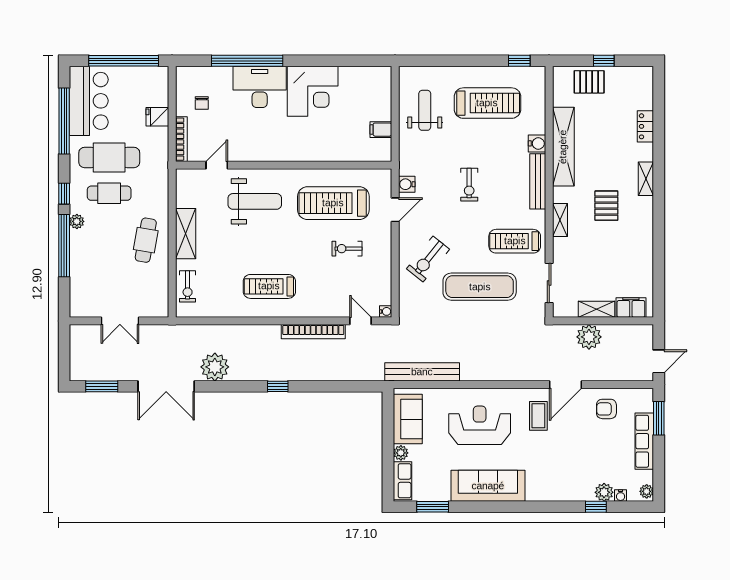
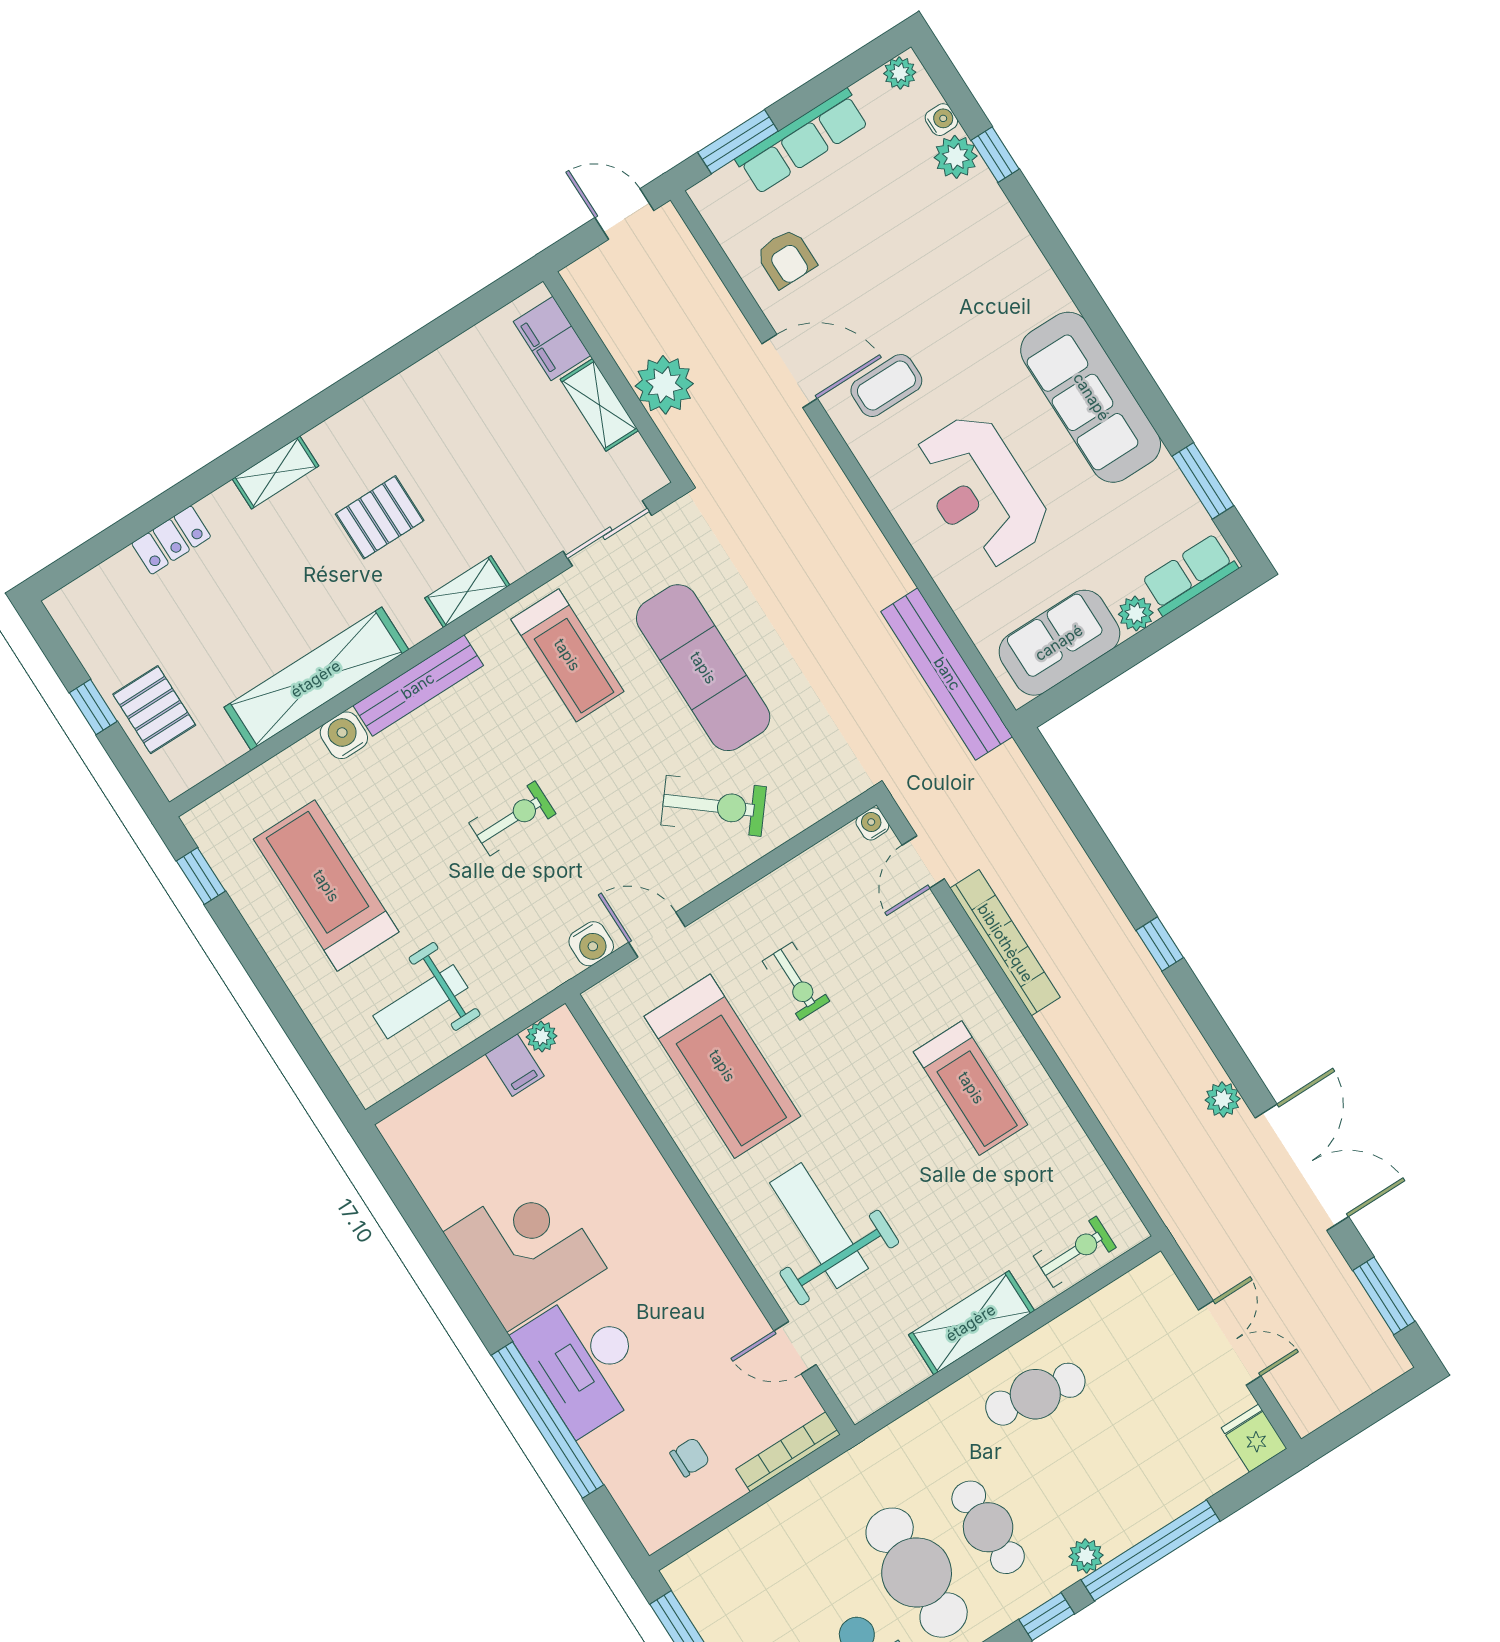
fridge: (157, 117) -> (1254, 1438), moved, turned 180
plant: (385, 146) -> (542, 1037), added
plant: (215, 367) -> (1223, 1099), width x0.53, depth x0.53

